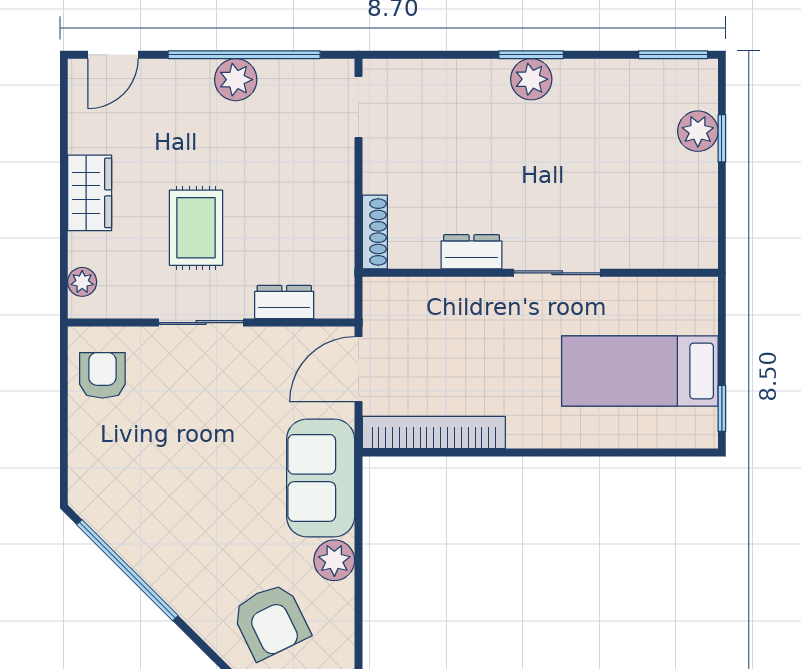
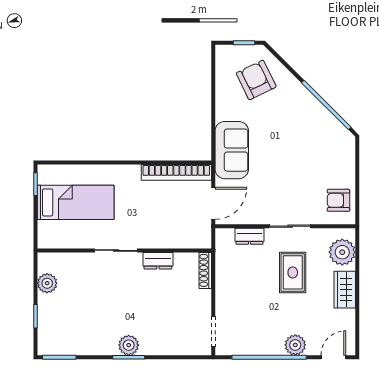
plant: (236, 80) -> (295, 345), moved
plant: (698, 131) -> (47, 283), moved
plant: (82, 282) -> (342, 252), width x1.87, depth x1.87
armchair: (102, 375) -> (338, 200), turned 90
plant: (334, 560) -> (225, 110), removed

